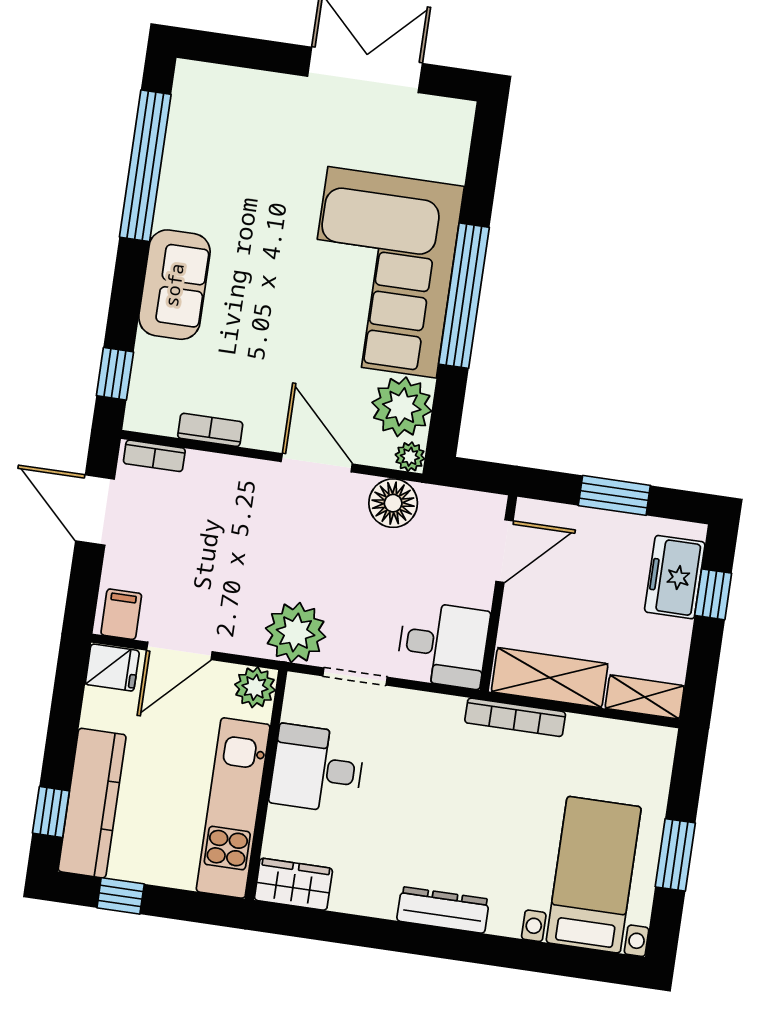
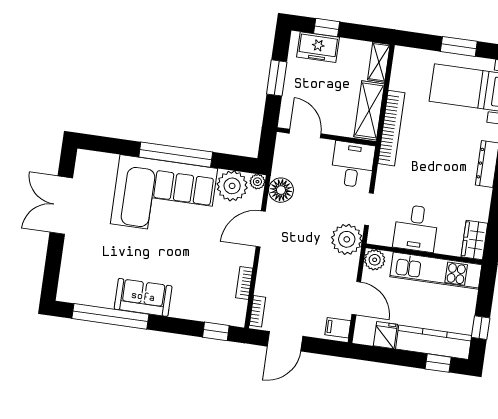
sofa: (174, 285) -> (143, 297), moved
fridge: (112, 668) -> (385, 335), moved
bookcase: (515, 717) -> (391, 128), width x1.48, depth x1.31

